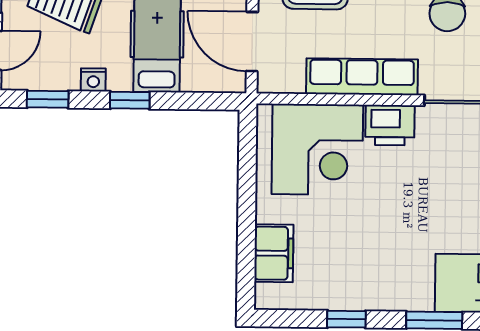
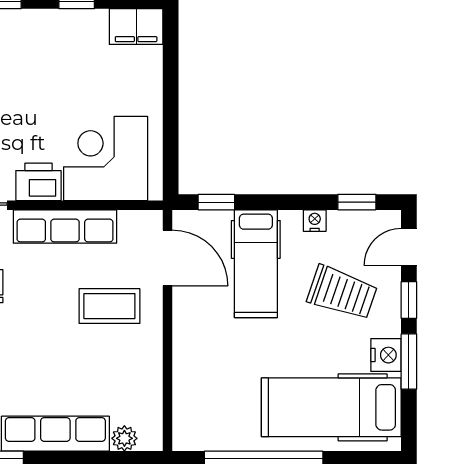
window: (130, 100) -> (216, 202), moved
filing cabinet: (274, 253) -> (136, 27), moved, turned -90

